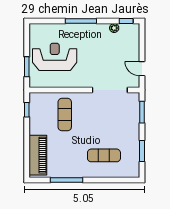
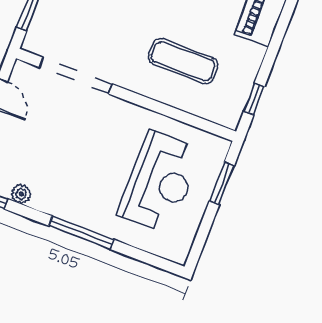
reception desk: (55, 57) -> (160, 182), turned -90
exercise mat: (65, 115) -> (183, 61), turned 90

